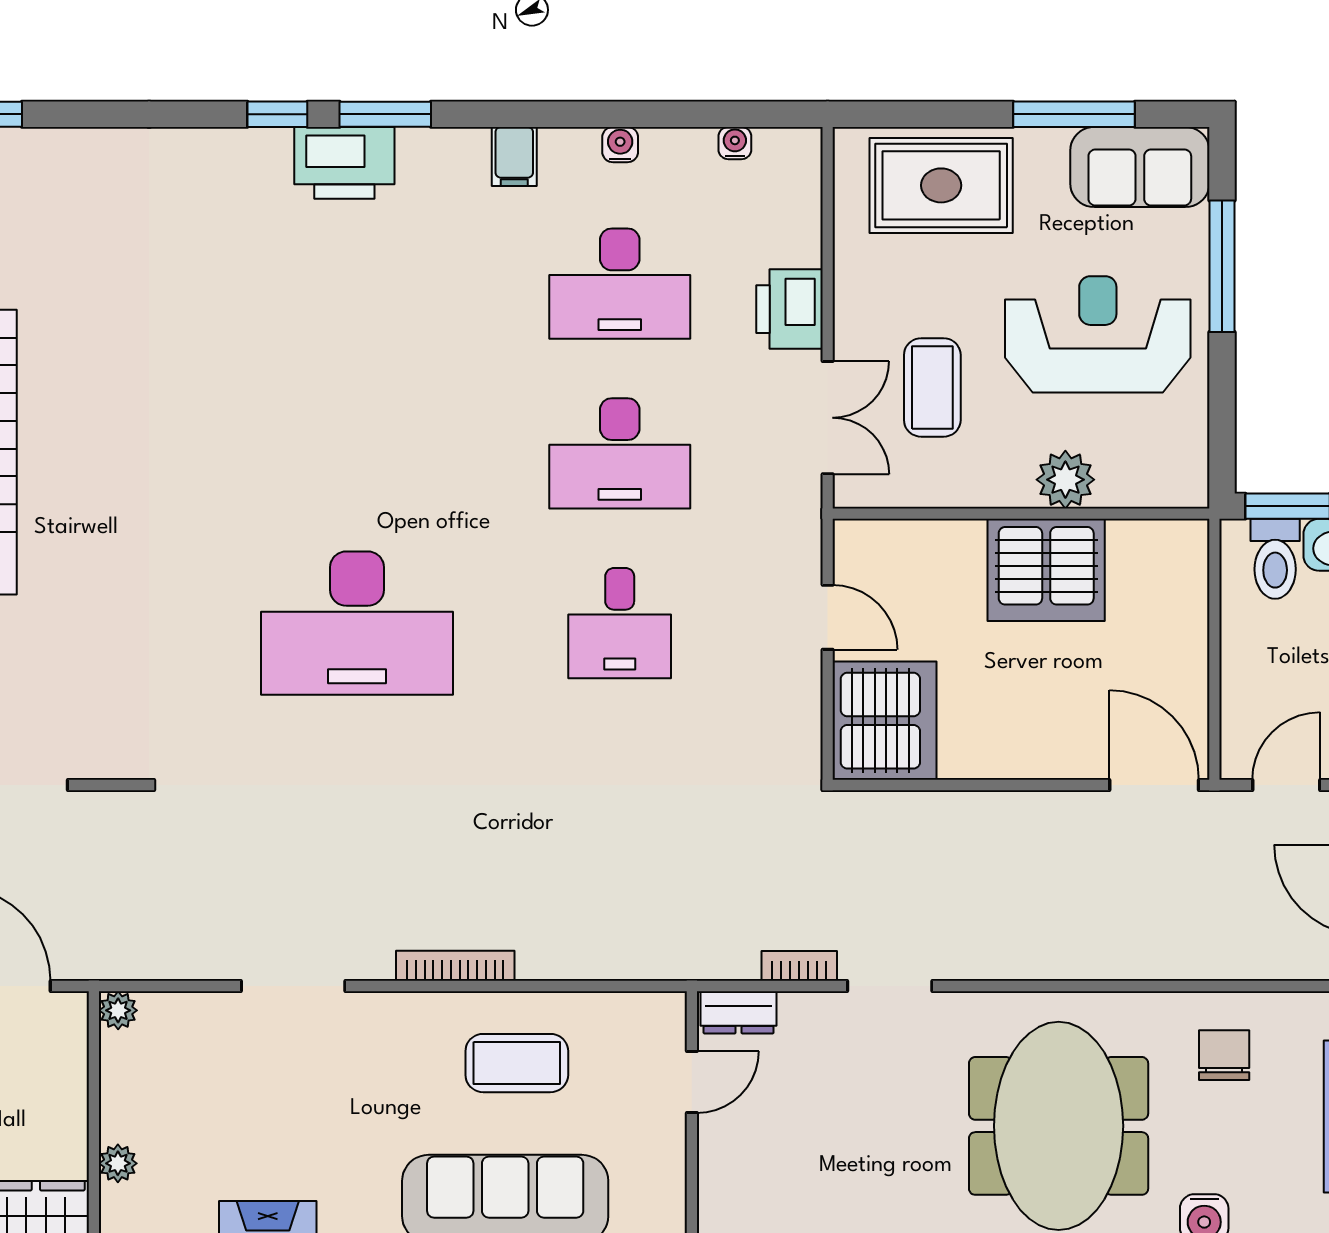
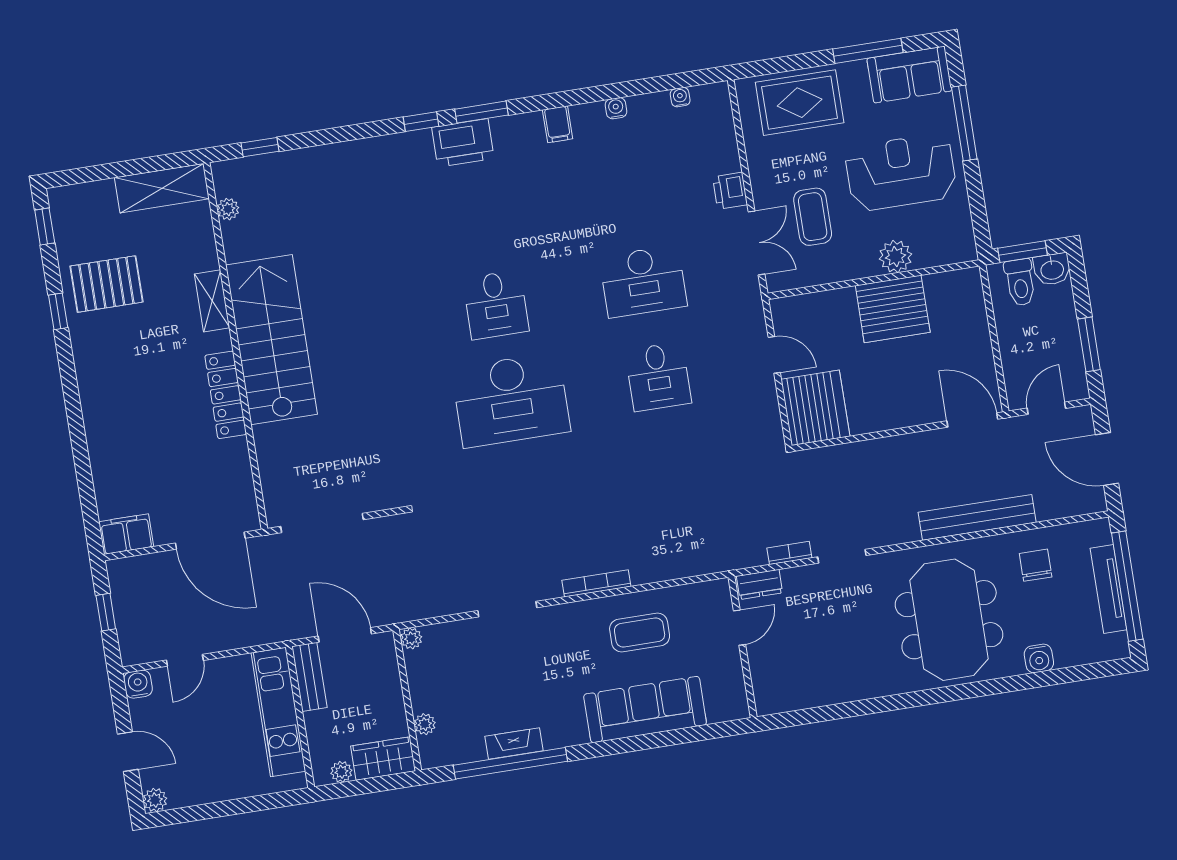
desk: (620, 284) -> (496, 305), moved, width x0.73
printer: (789, 309) -> (730, 191), width x0.73, depth x0.81
bench: (1136, 956) -> (977, 517), added

